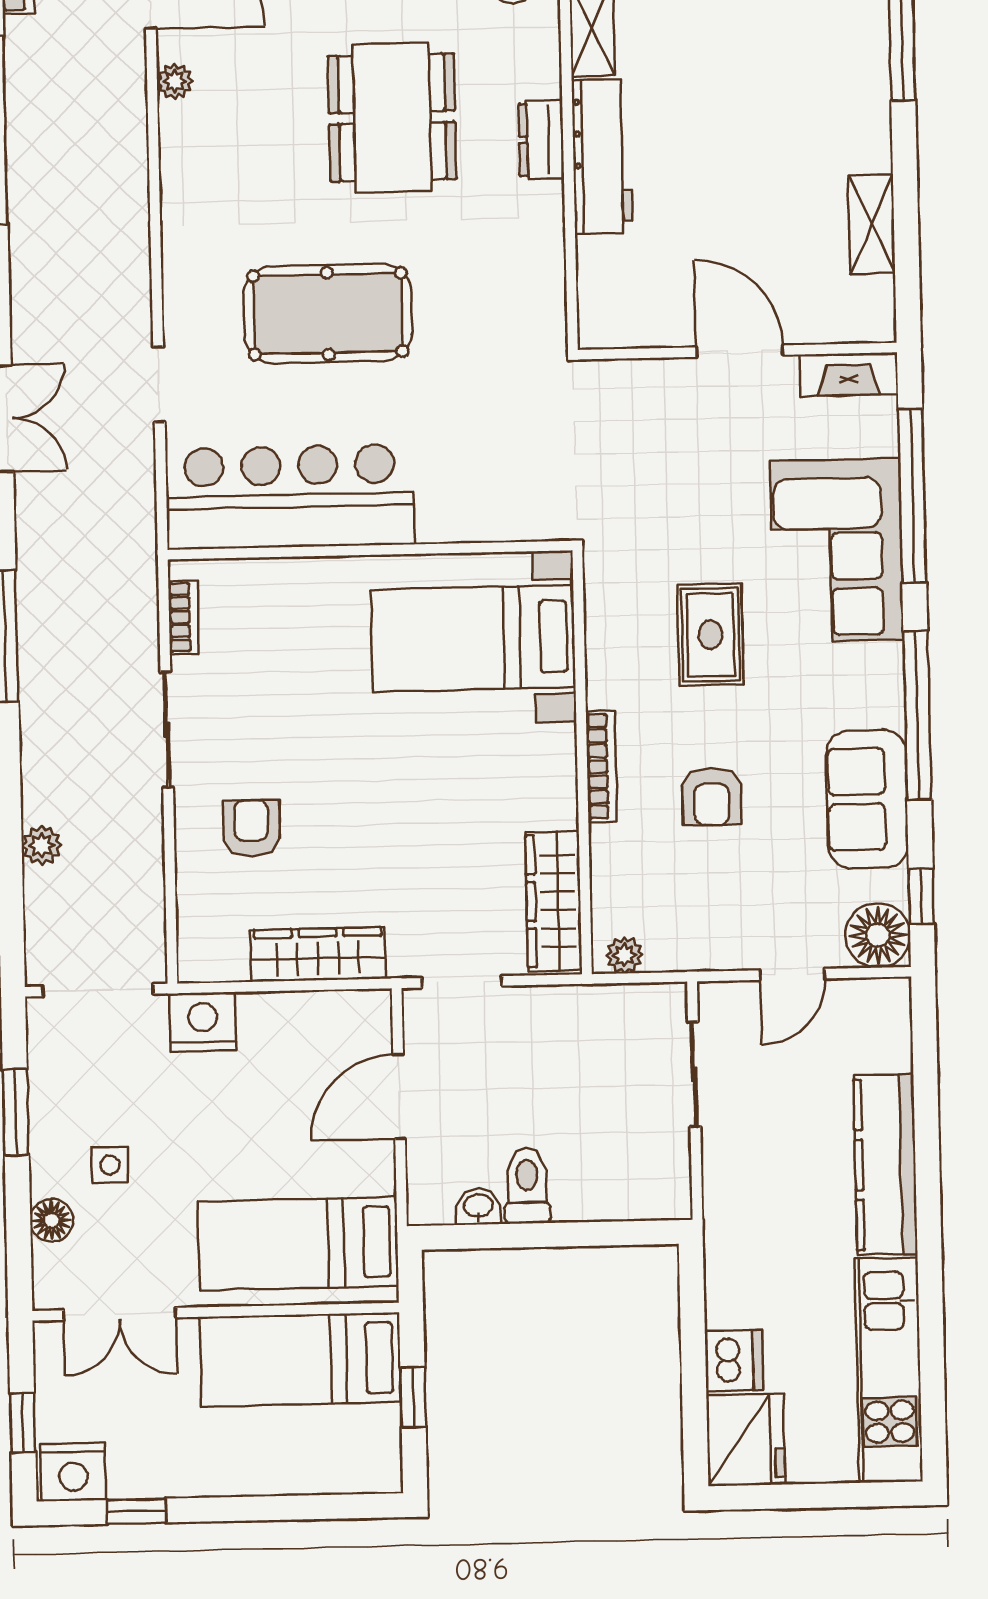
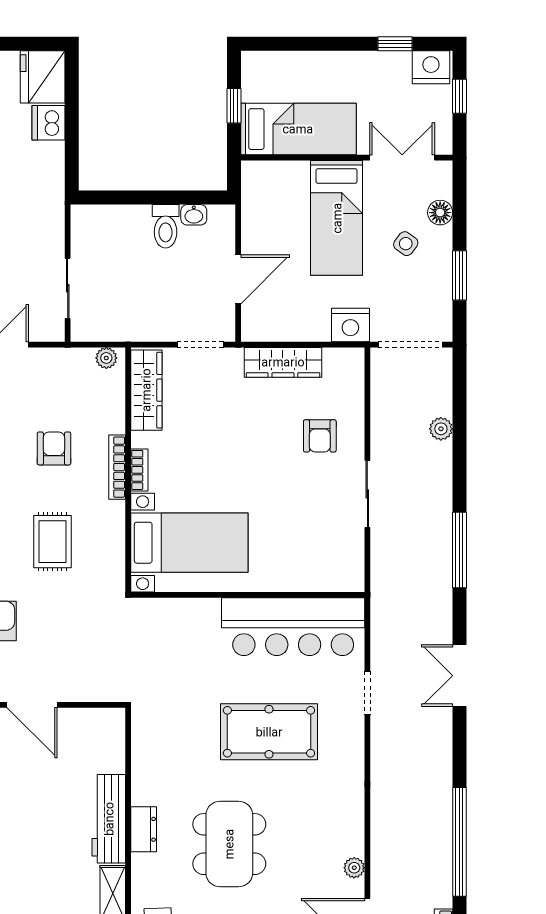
bookcase: (184, 617) -> (139, 470), moved, turned 180
side table: (110, 1165) -> (406, 244), turned 36
bed: (298, 1243) -> (337, 218), moved, turned 90

